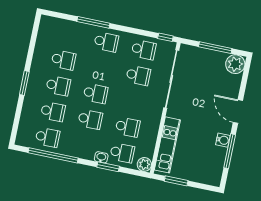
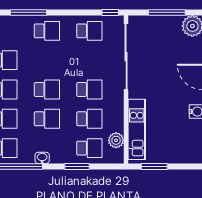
school desk: (138, 75) -> (89, 89), moved
washbasin: (101, 157) -> (42, 158), moved
plant: (144, 164) -> (116, 140), moved

